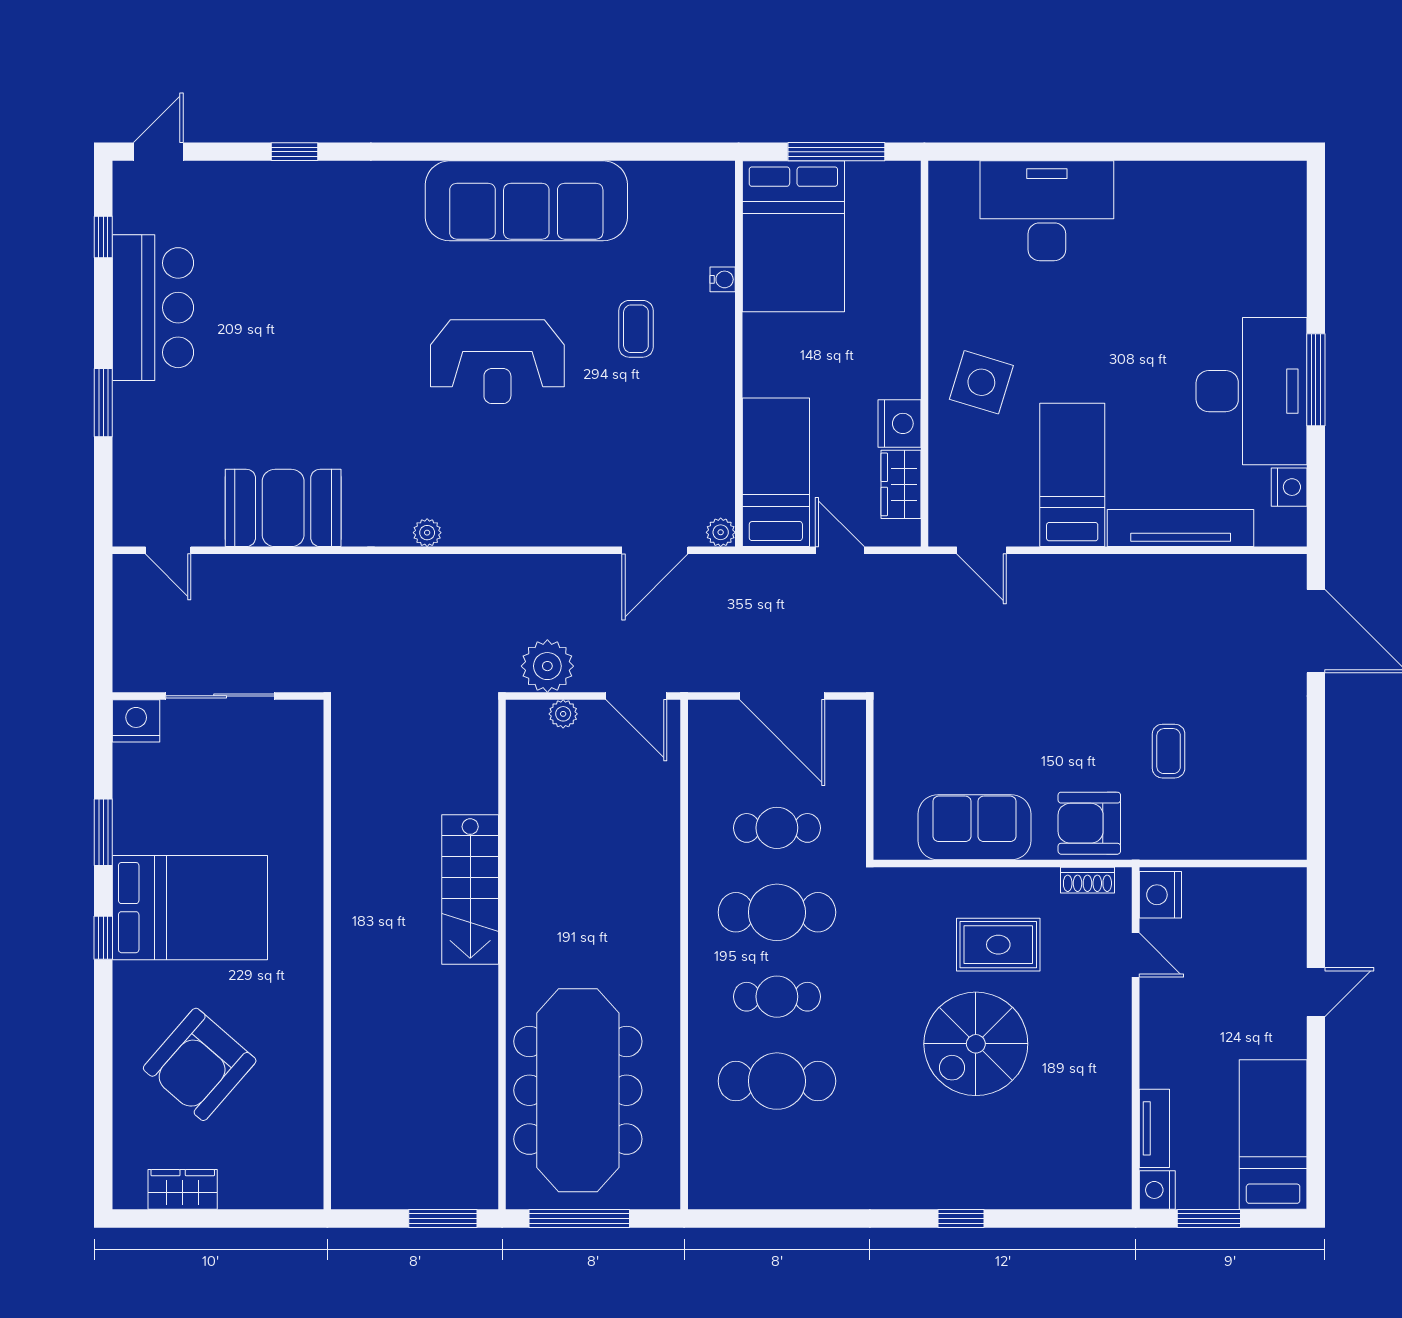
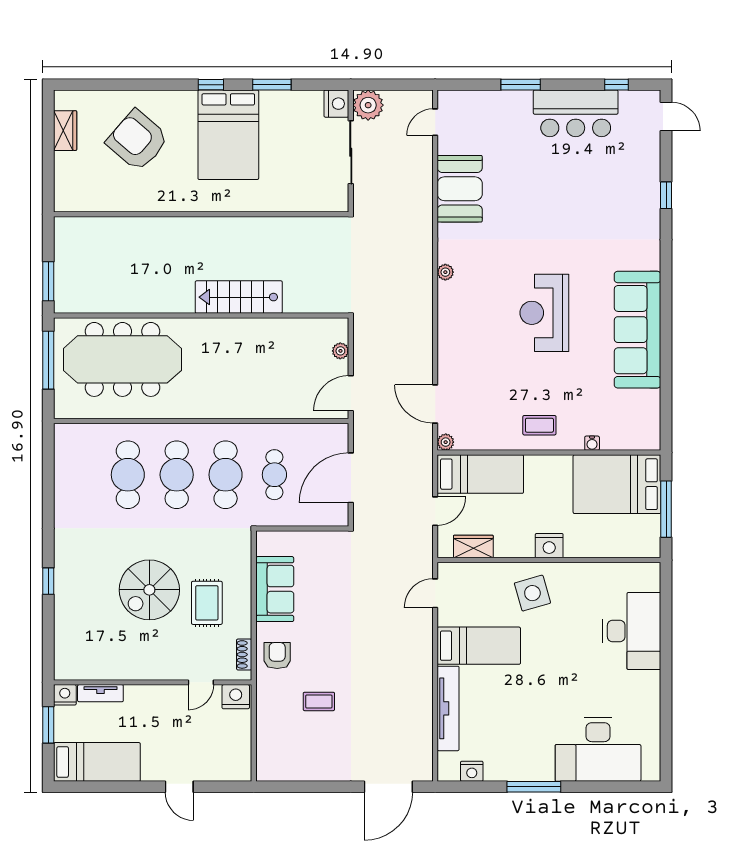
coffee table: (636, 329) -> (539, 425), moved
side table: (981, 382) -> (532, 593), turned -33
desk: (1251, 391) -> (598, 749), moved
nightstand: (899, 423) -> (549, 546), moved
plant: (547, 666) -> (368, 105), moved
armchair: (1089, 823) -> (277, 656), width x0.72, depth x0.72
cafe table: (777, 997) -> (177, 475), width x1.37, depth x1.35
spiral stairs: (976, 1044) -> (149, 590), turned -90

